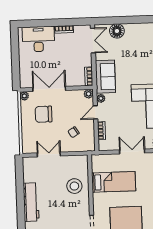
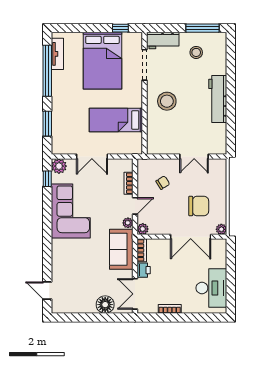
desk: (38, 39) -> (211, 288), moved, turned -90
printer: (87, 60) -> (144, 270), added
stool: (74, 186) -> (167, 101), moved

